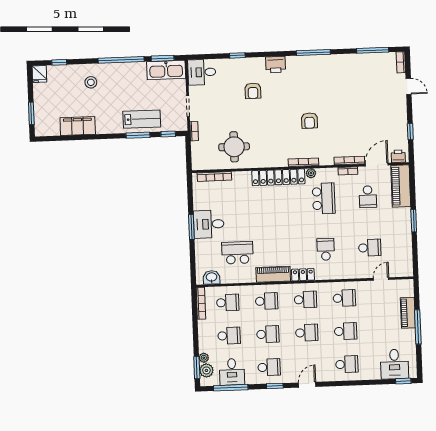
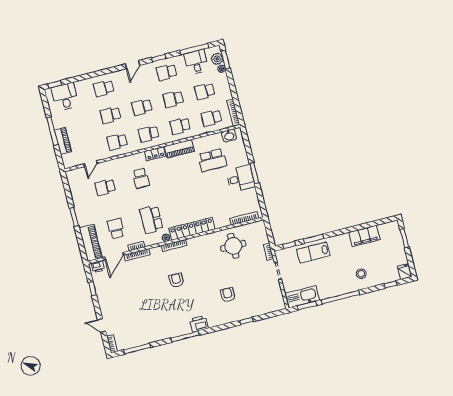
printer: (276, 65) -> (199, 324), moved
desk: (202, 72) -> (273, 301), removed

